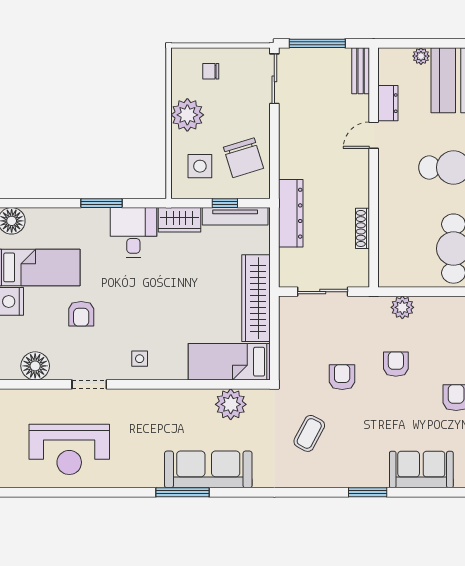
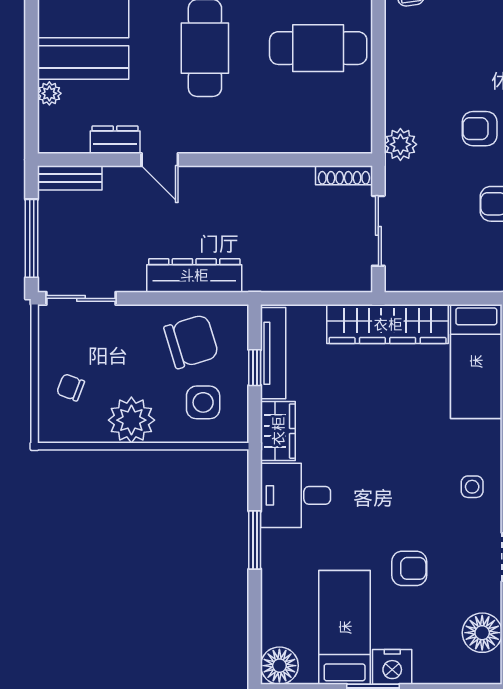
chair: (211, 71) -> (71, 387), turned 111
dresser: (291, 213) -> (194, 275), moved
shoe rack: (362, 228) -> (344, 175), moved
plant: (402, 307) -> (400, 144), moved

